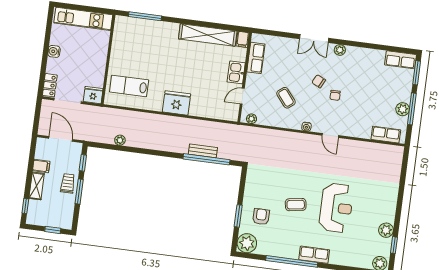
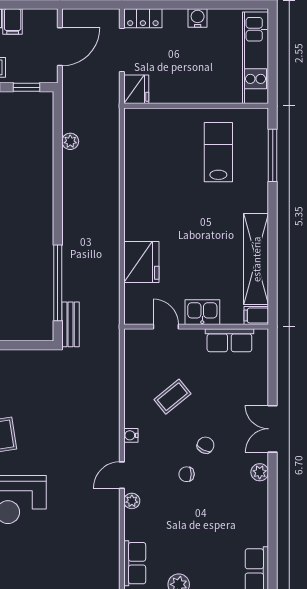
lab bench: (129, 86) -> (218, 152), moved
fridge: (177, 103) -> (141, 262), moved
plant: (252, 119) -> (132, 501), moved
bench: (203, 151) -> (71, 324), moved

